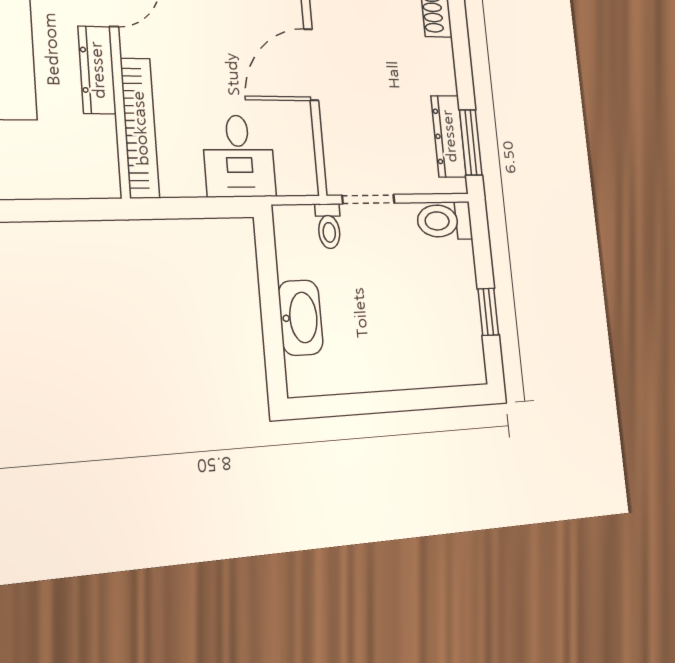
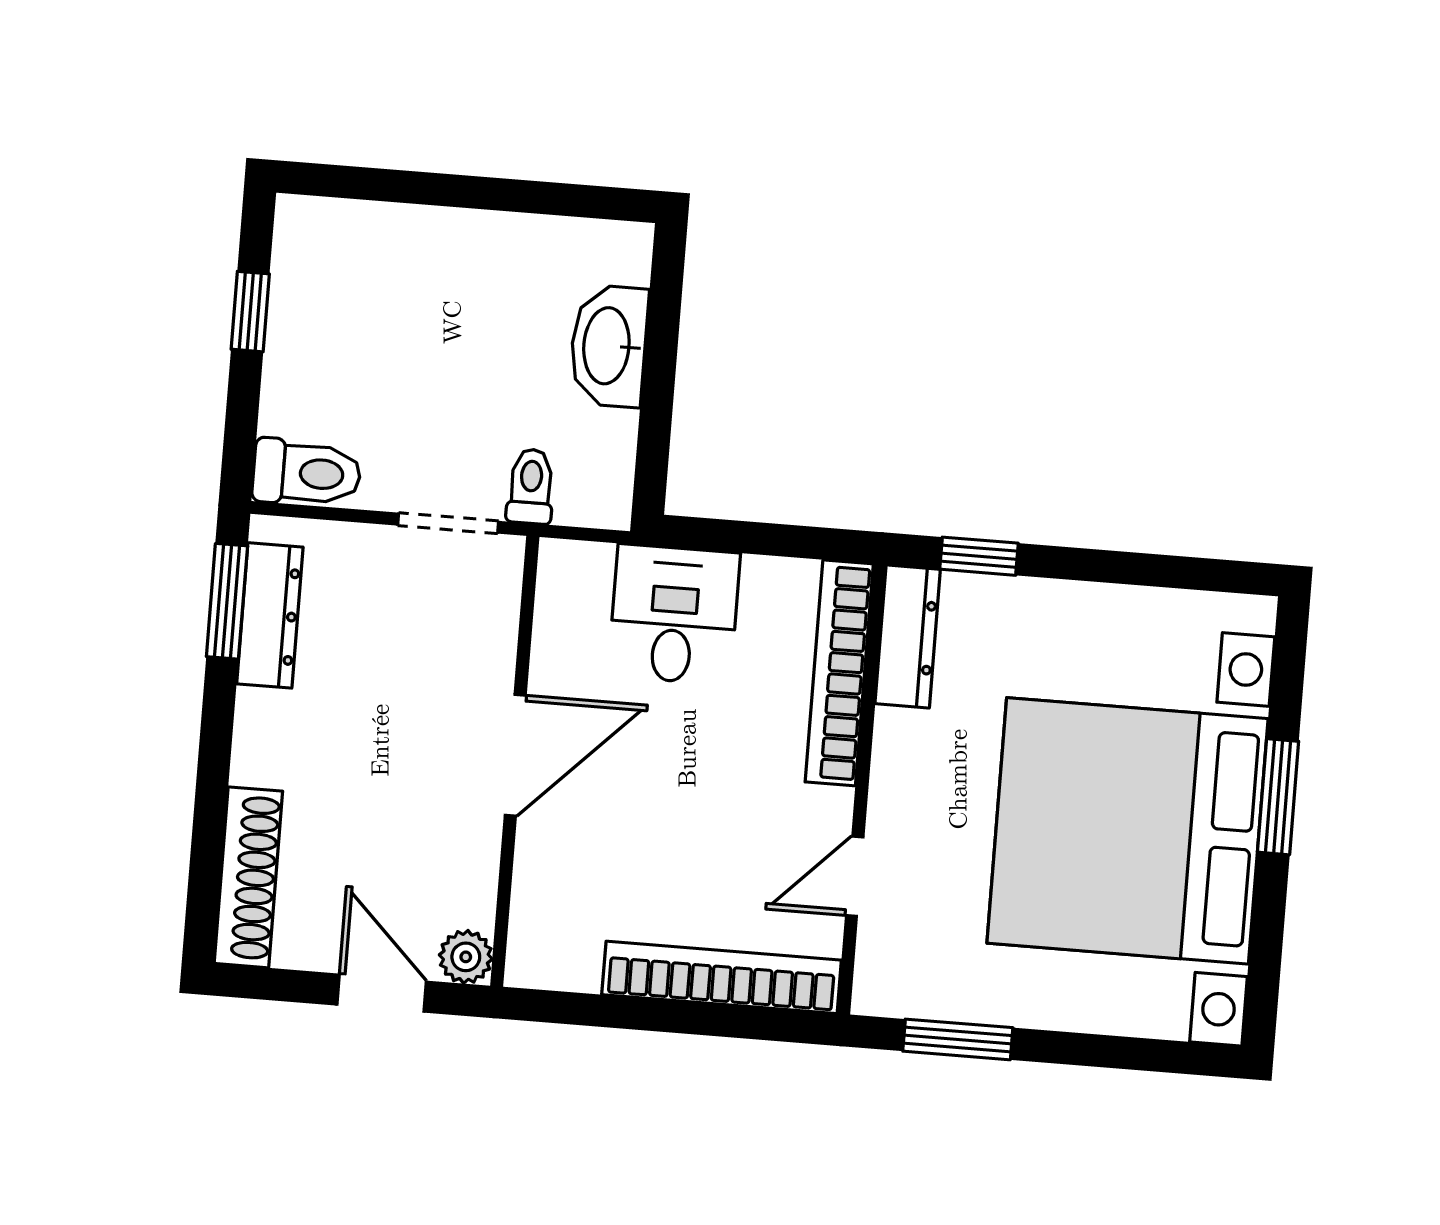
dresser: (97, 70) -> (908, 636), moved
window: (67, 210) -> (979, 556), added

